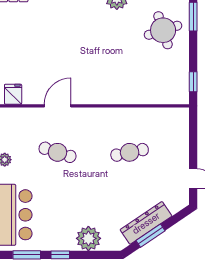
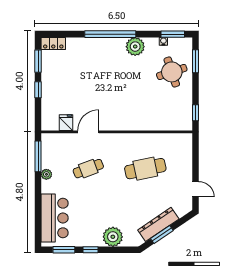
fridge: (13, 94) -> (66, 123), moved
cafe table: (58, 152) -> (88, 169), turned -39
cafe table: (130, 152) -> (145, 169), width x1.37, depth x1.35

